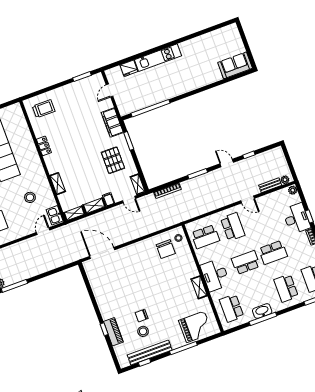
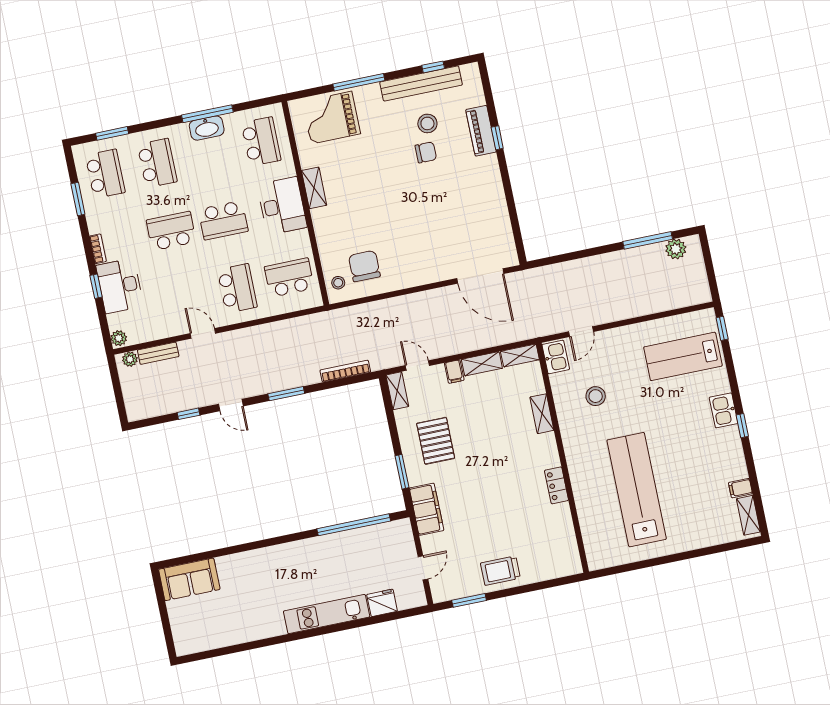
trolley: (44, 109) -> (500, 571), moved
school desk: (233, 227) -> (237, 288), turned 180

